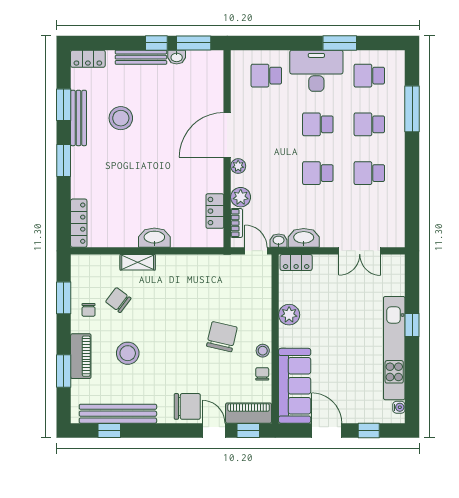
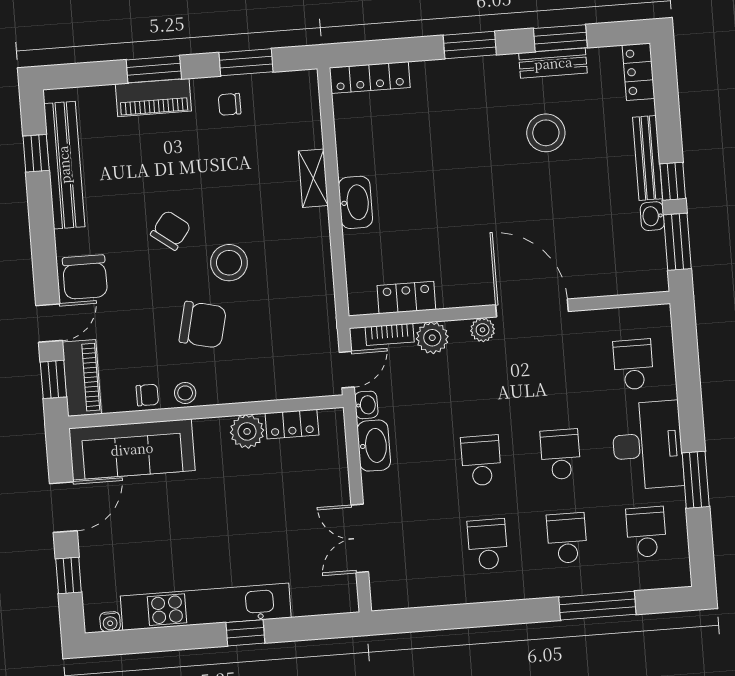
bench: (79, 118) -> (553, 63), width x0.73
locker: (296, 262) -> (292, 424), moved, turned -90
chair: (118, 300) -> (171, 230), moved
stool: (128, 353) -> (229, 263), moved
window: (64, 371) -> (154, 69), moved

